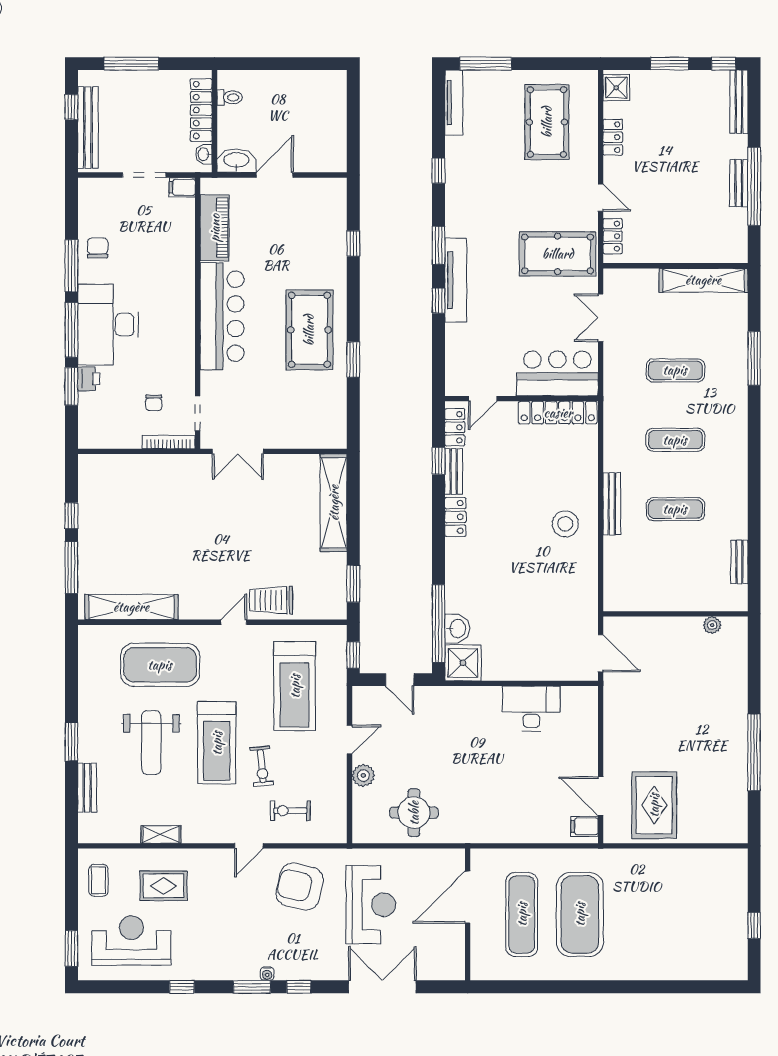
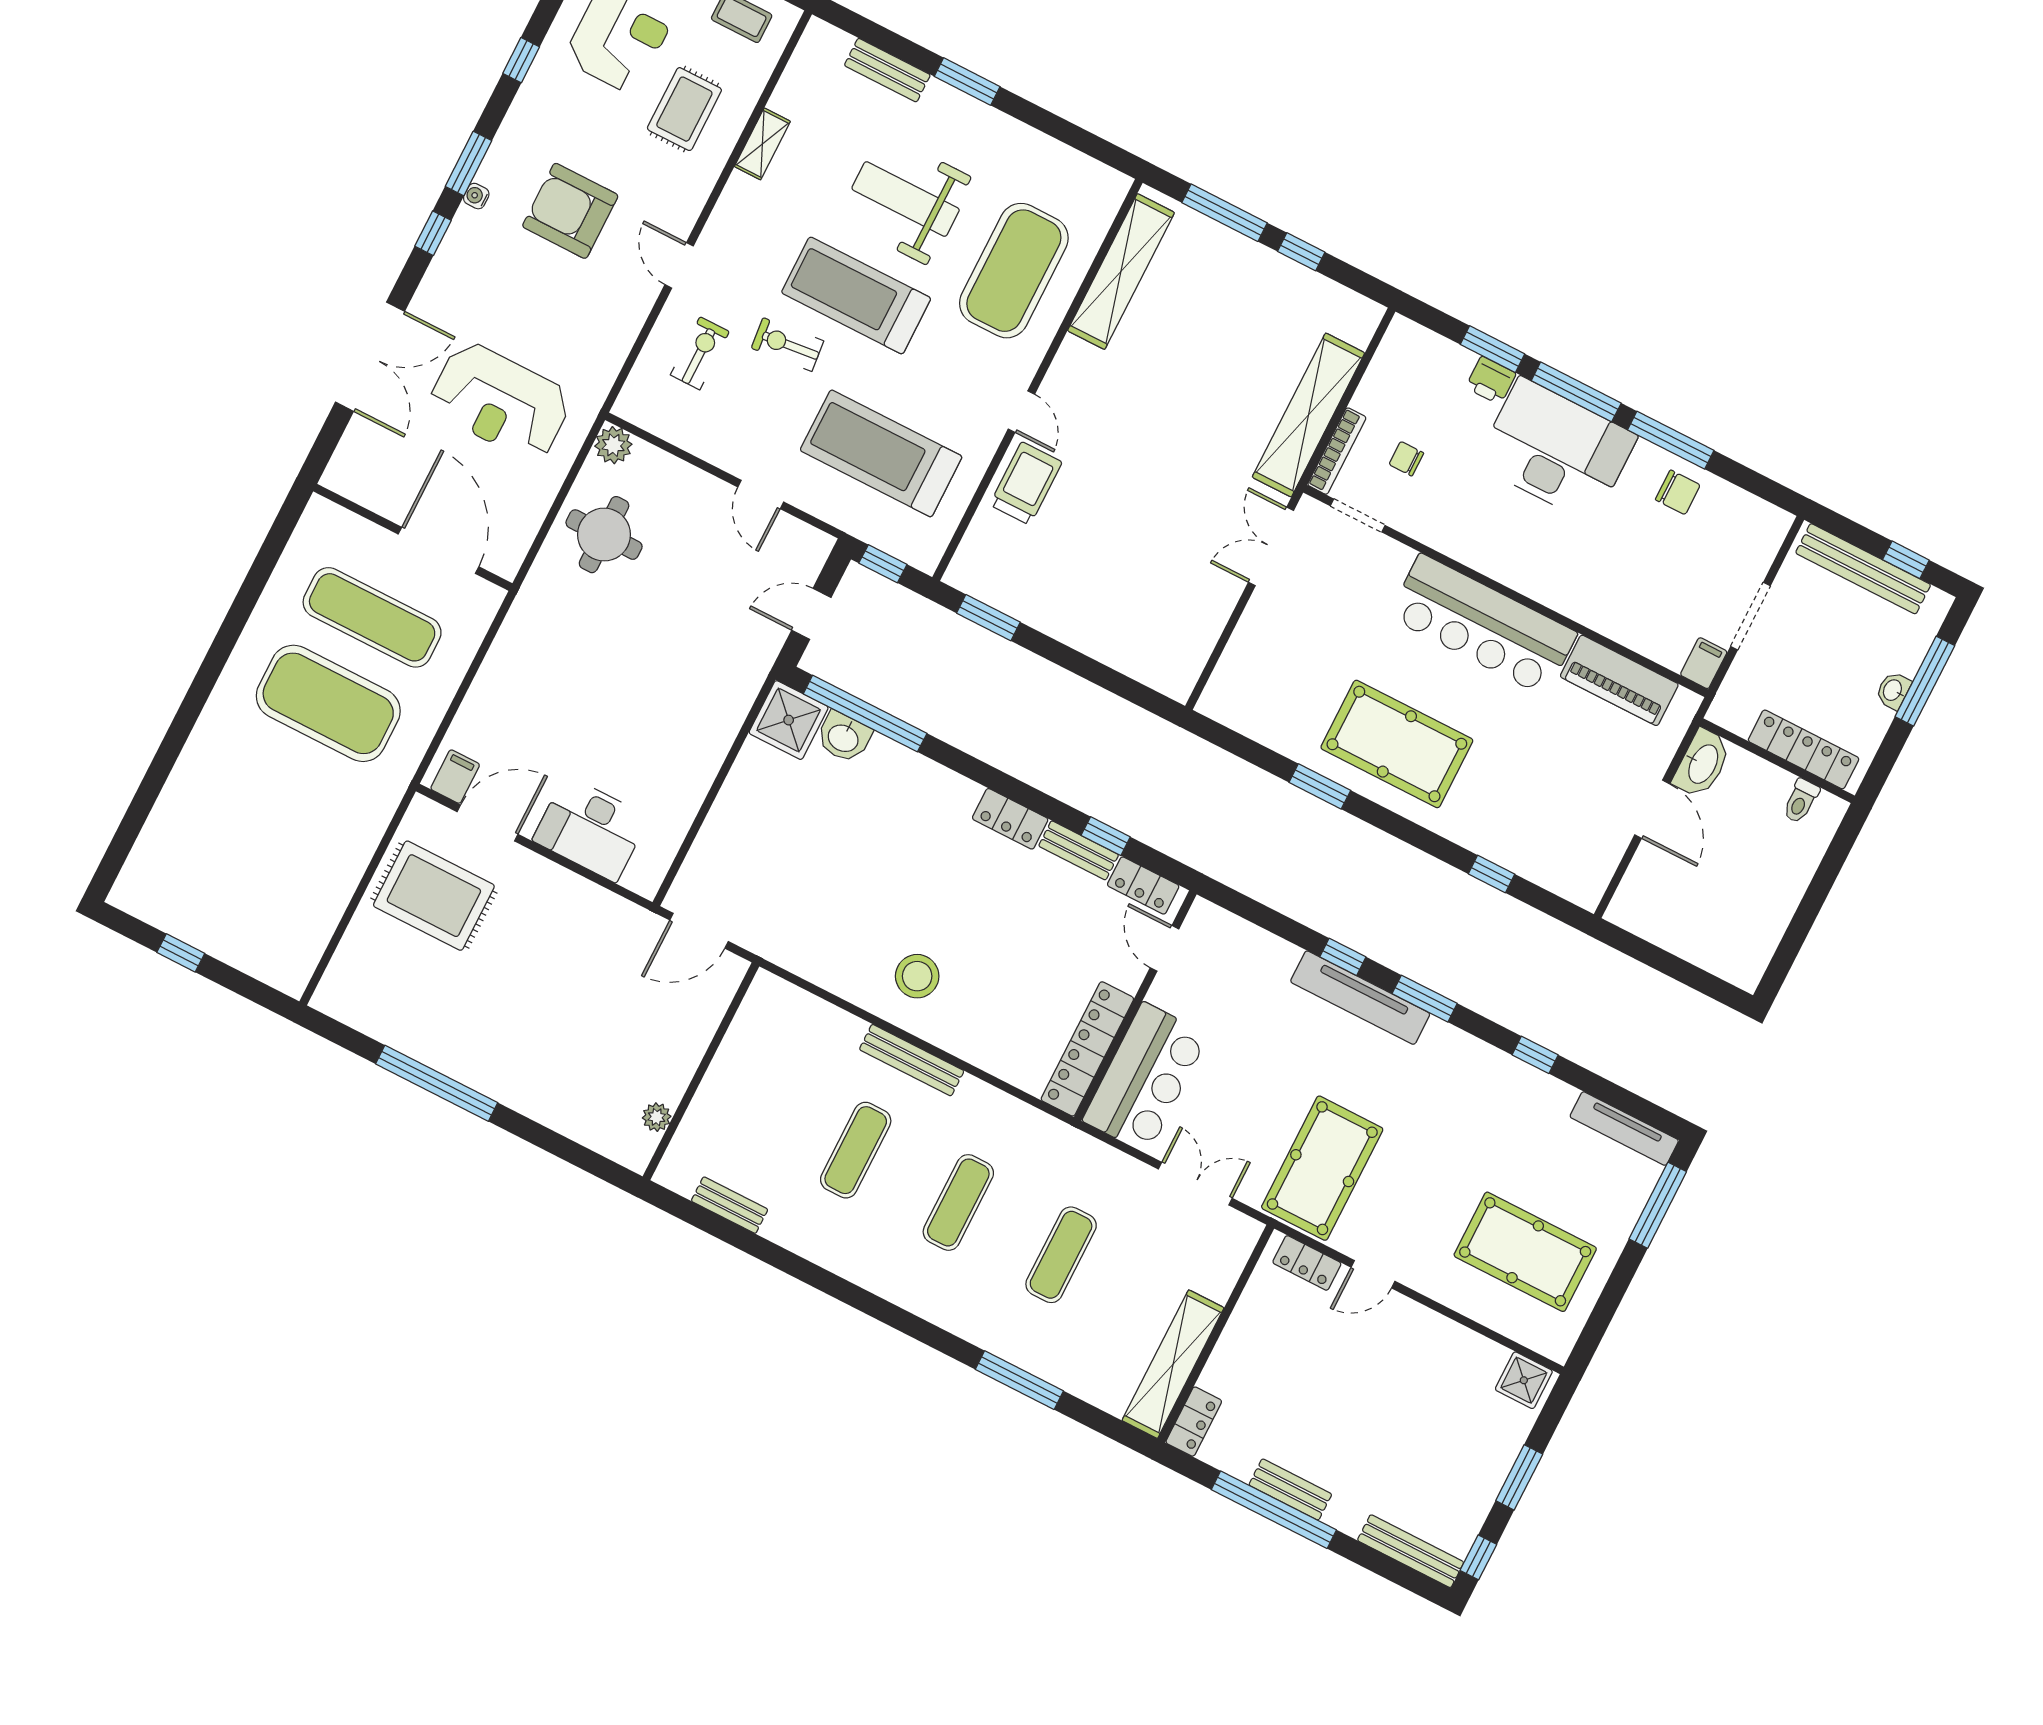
locker: (613, 137) -> (1194, 1422), moved, turned -90
washbasin: (204, 154) -> (1893, 690), moved, turned -90
shelving: (334, 503) -> (1308, 415), moved, turned 90
desk: (531, 709) -> (591, 829), moved, turned 90
plant: (363, 775) -> (613, 445), moved
armchair: (300, 887) -> (570, 211), moved, turned -103

